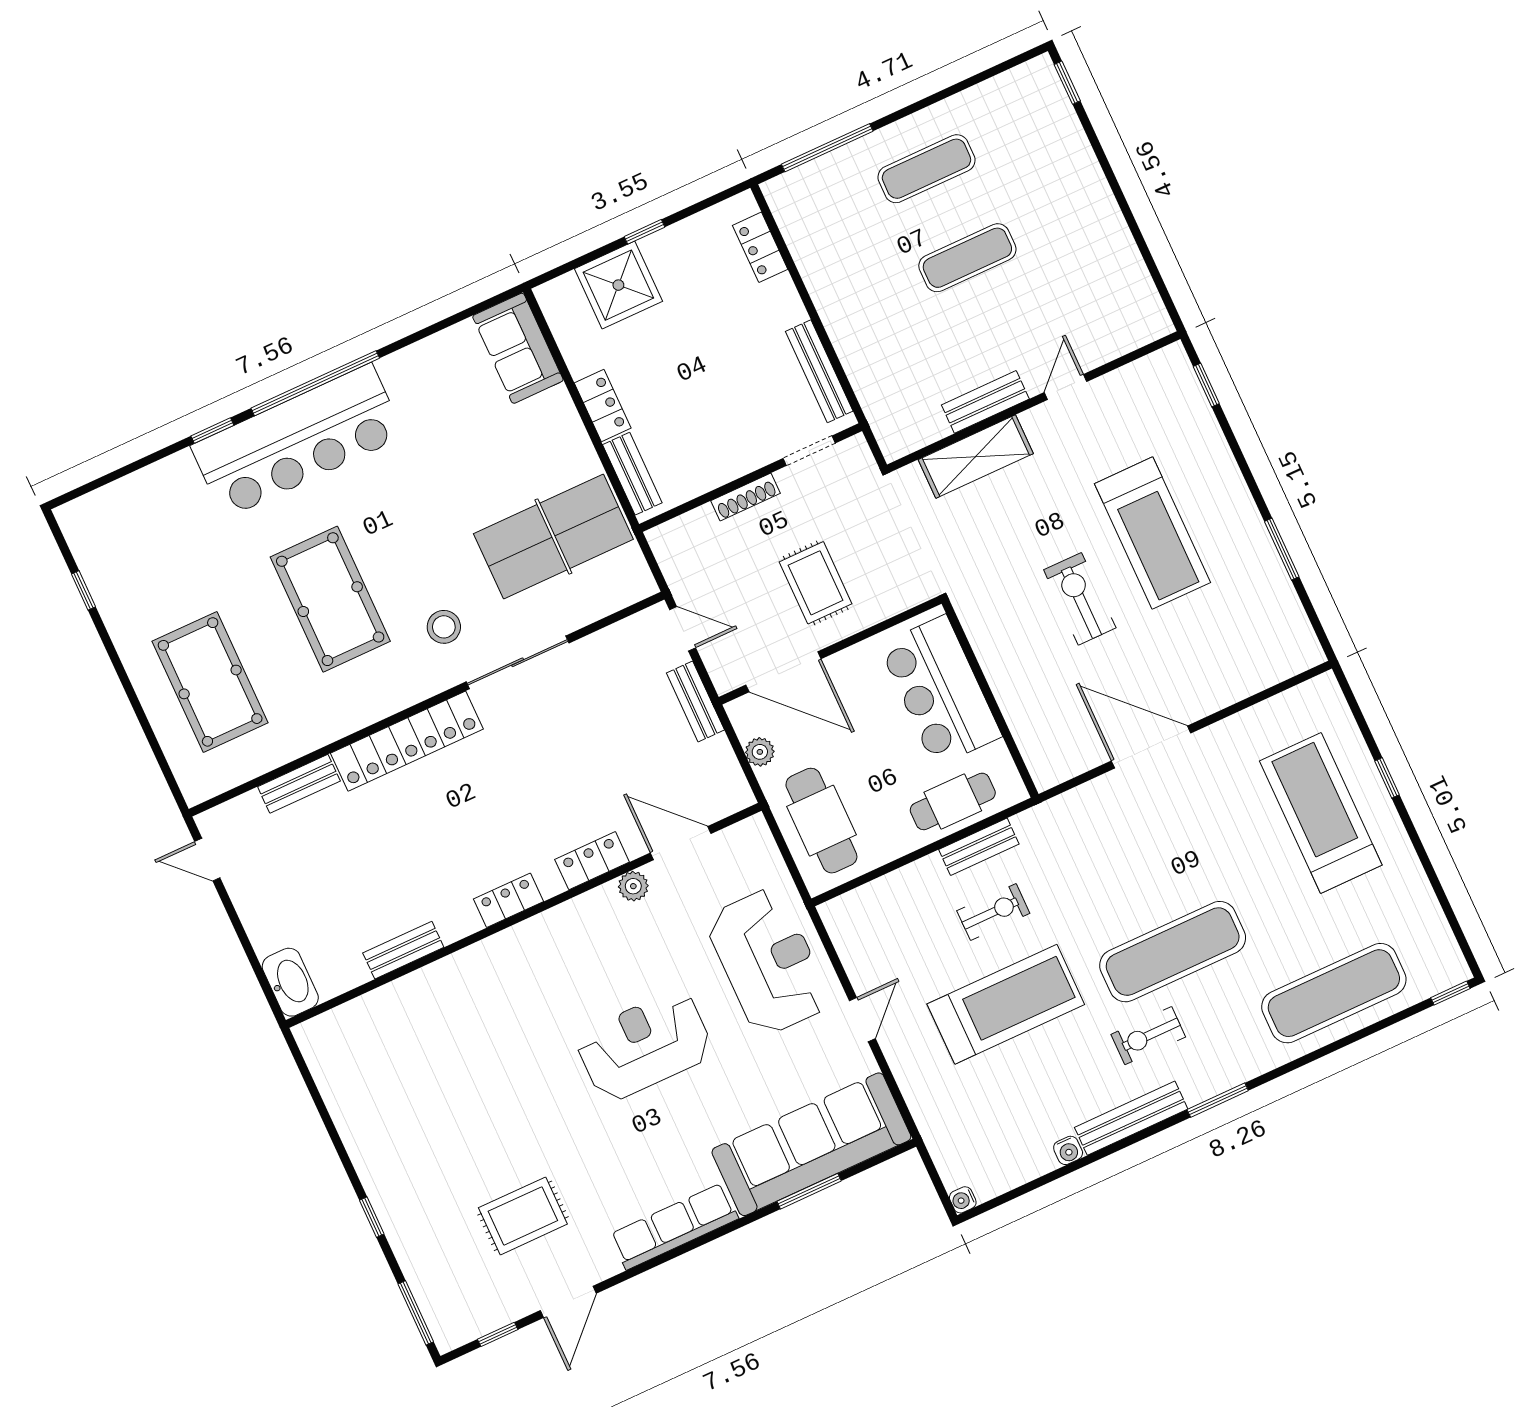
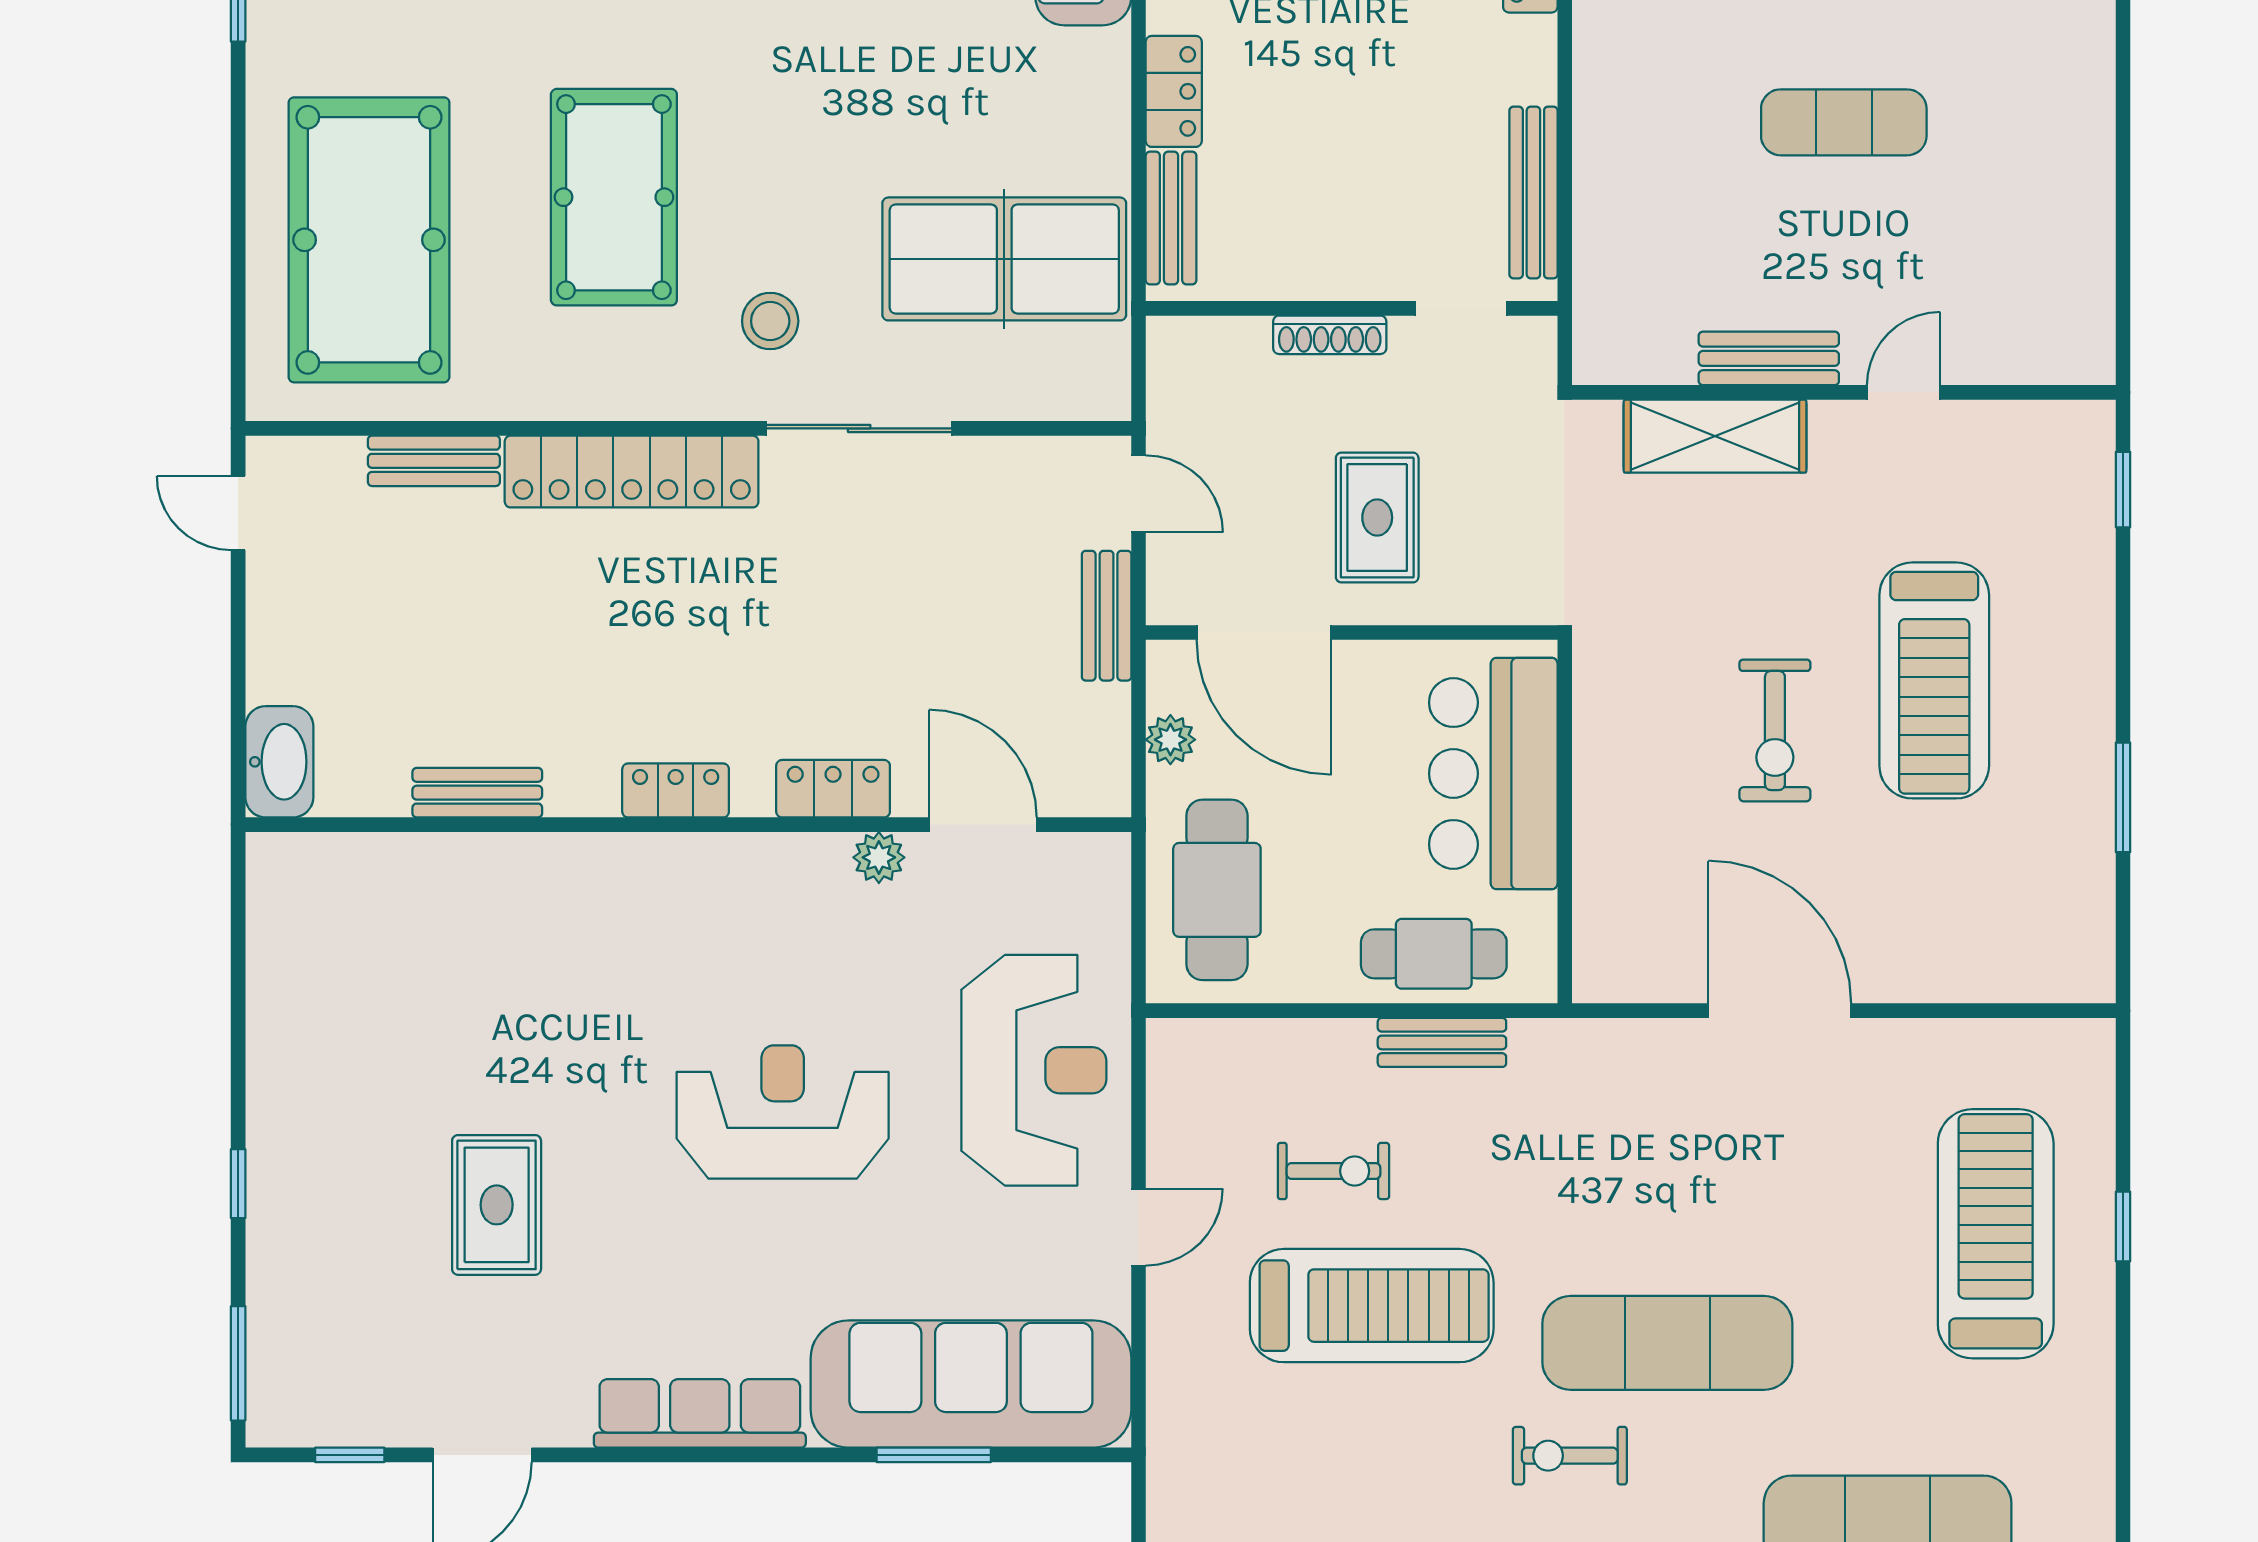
exercise bike: (1080, 599) -> (1775, 731), turned 180
pool table: (210, 682) -> (369, 240), width x1.36, depth x1.32
exercise bike: (993, 912) -> (1334, 1171), moved
rug: (523, 1216) -> (497, 1205), moved, turned 90

